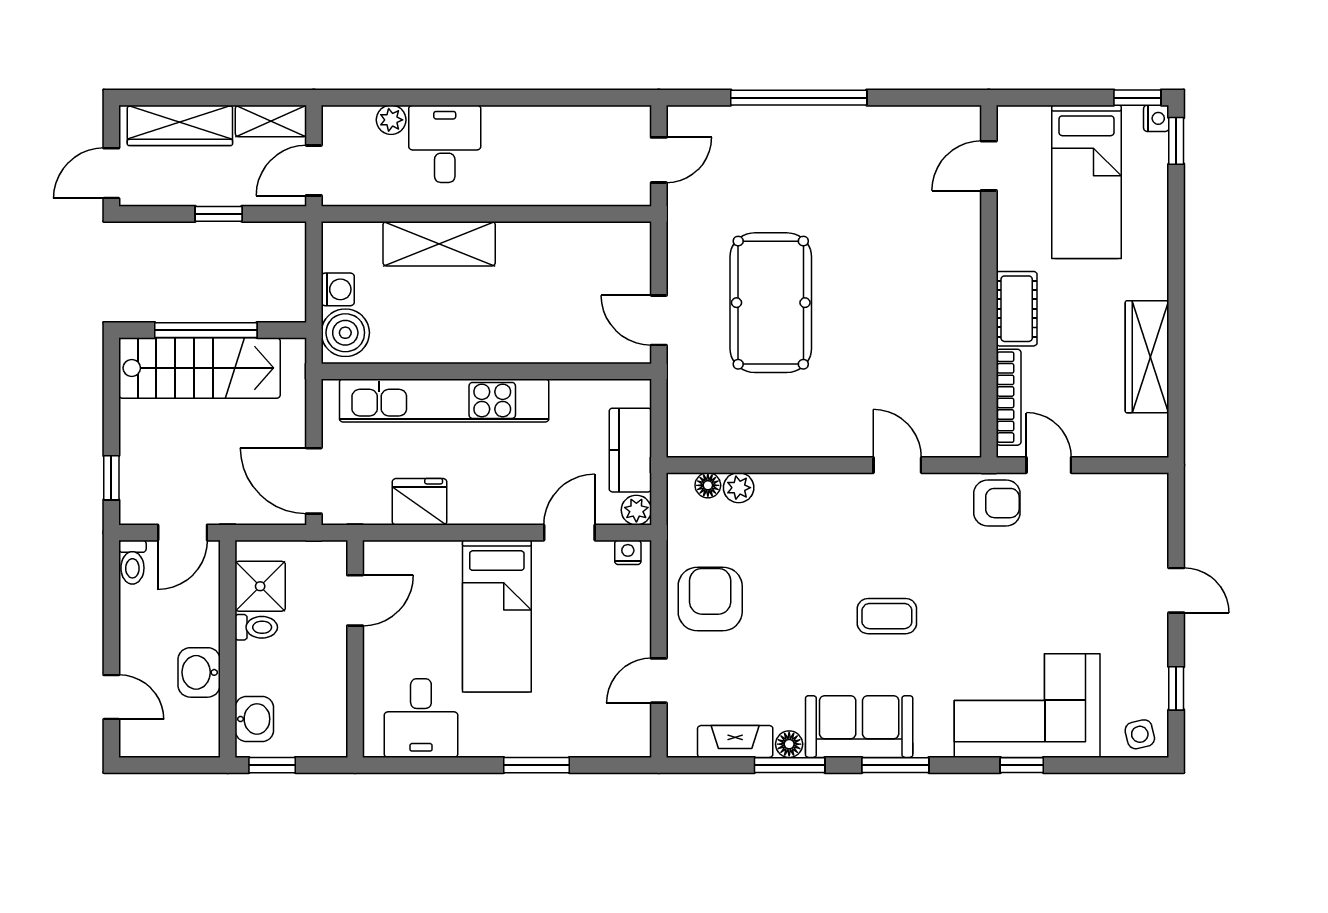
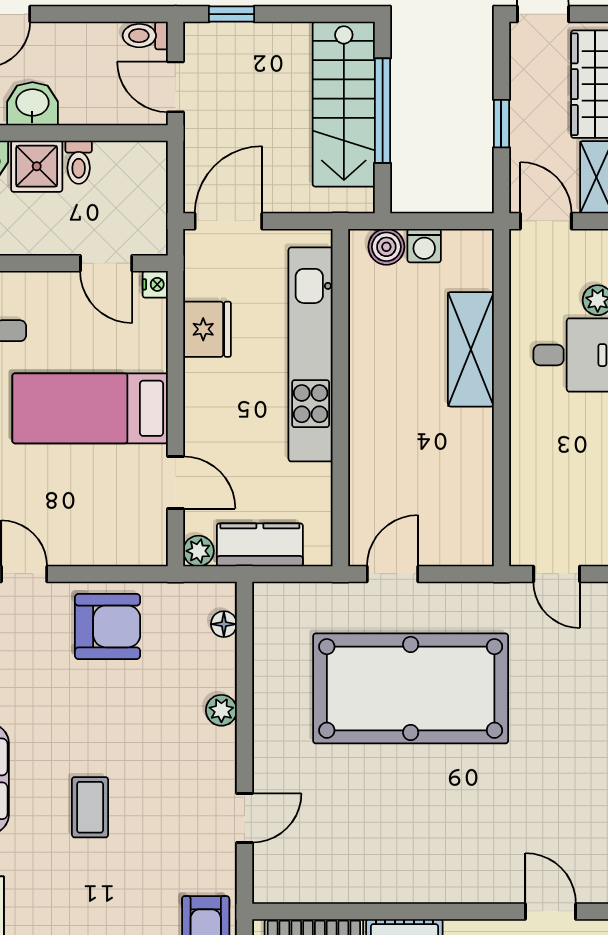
pool table: (771, 303) -> (411, 688), width x1.36, depth x1.32
boiler: (345, 333) -> (386, 247), width x0.73, depth x0.73
plant: (739, 488) -> (221, 710), moved
nightstand: (628, 552) -> (155, 284), moved
shower: (260, 586) -> (37, 166), moved

